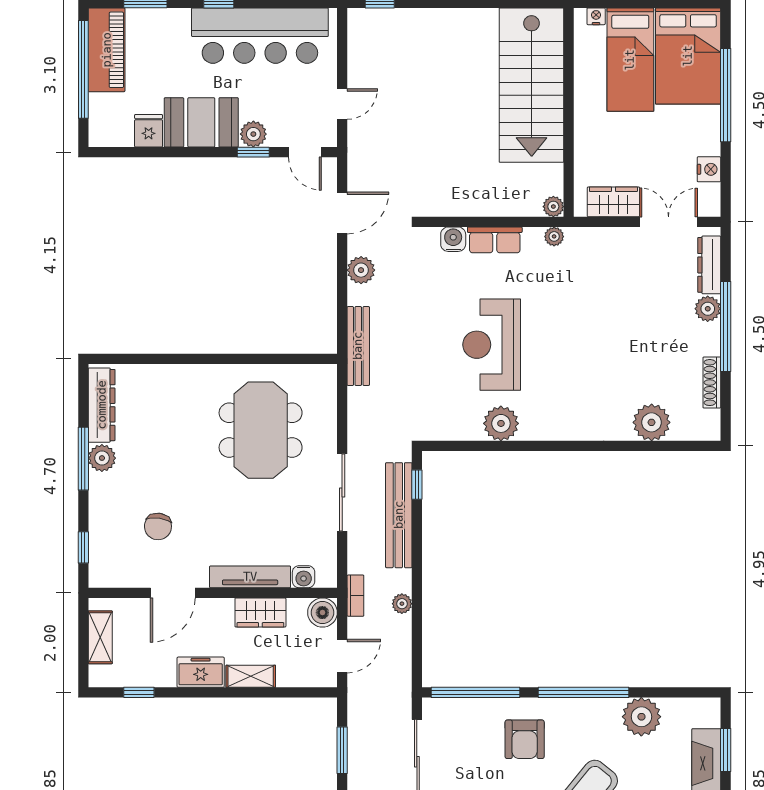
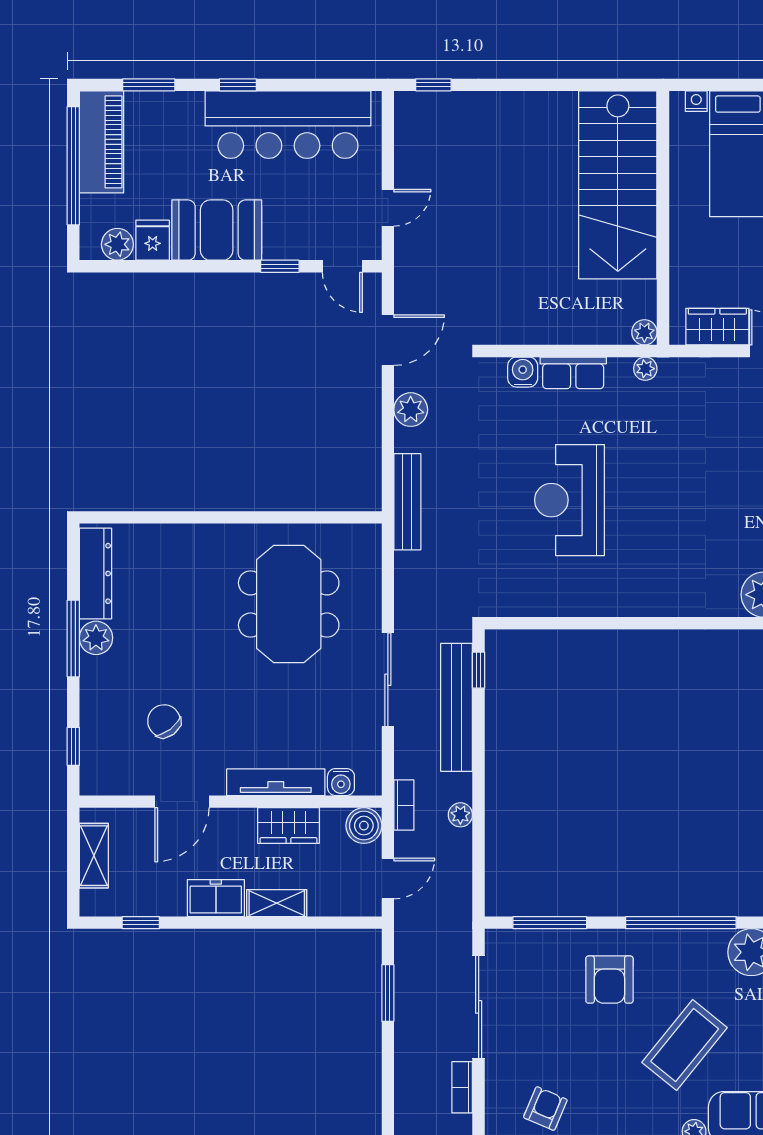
plant: (253, 134) -> (117, 244), moved
plant: (501, 423) -> (581, 596), removed
chair: (158, 526) -> (164, 721), turned 135
window: (476, 692) -> (550, 923), width x0.68

